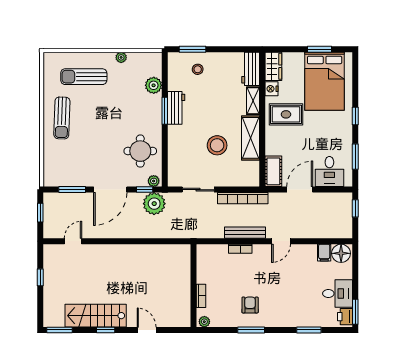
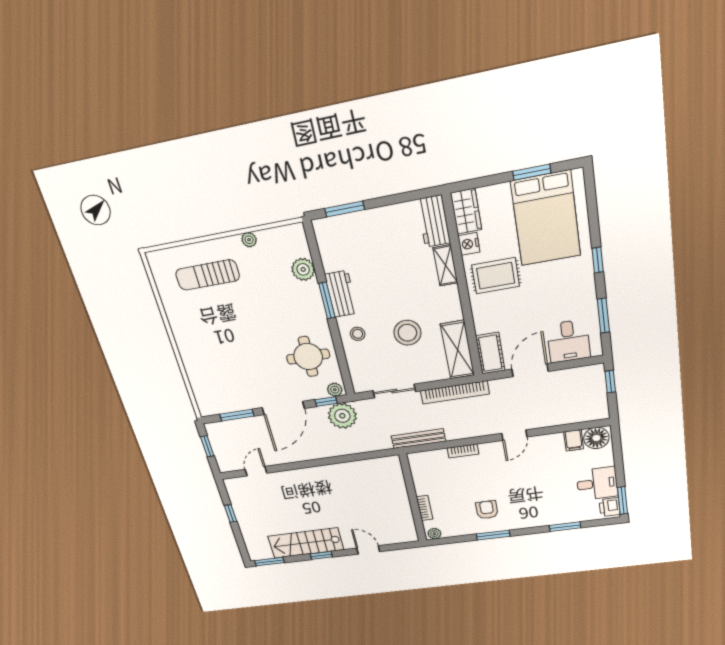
stool: (198, 69) -> (358, 334), moved
sun lounger: (62, 118) -> (197, 333), removed
shelving: (250, 138) -> (457, 350), moved
bench: (245, 233) -> (418, 439), moved

